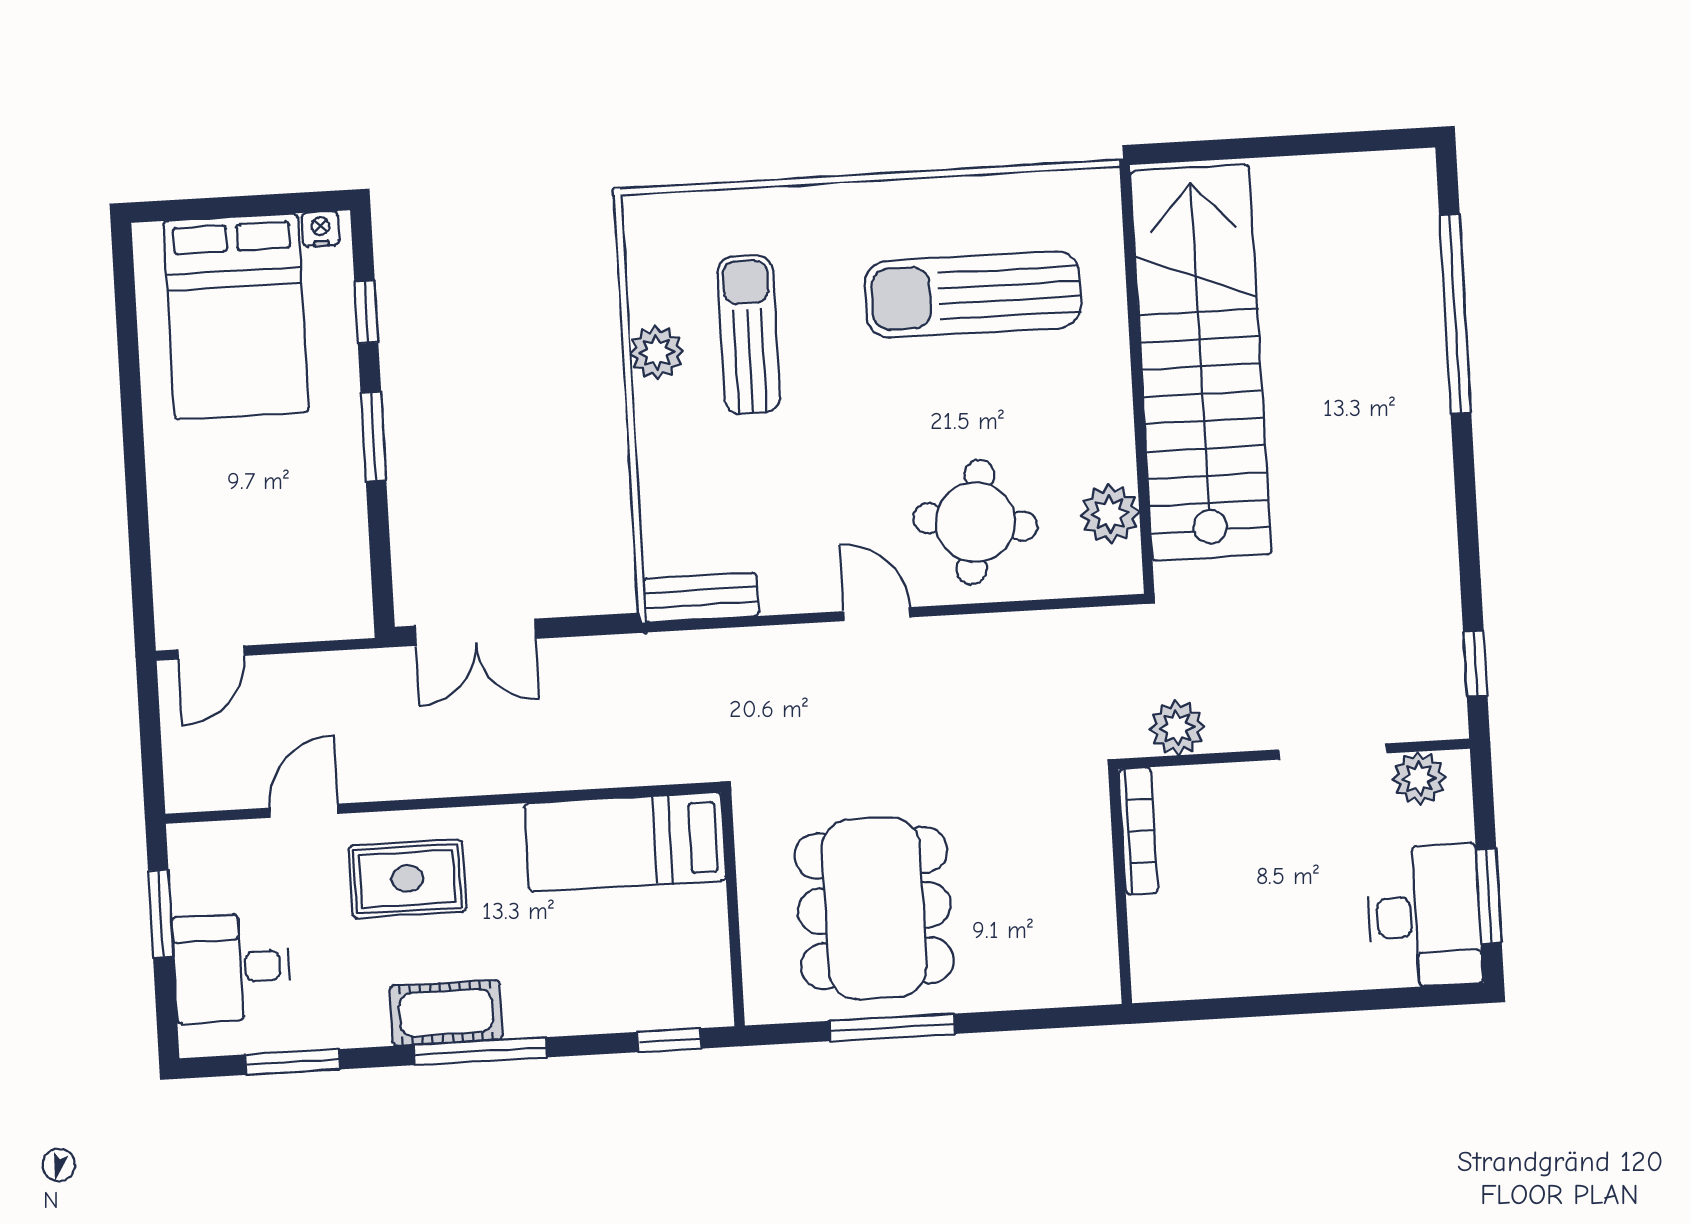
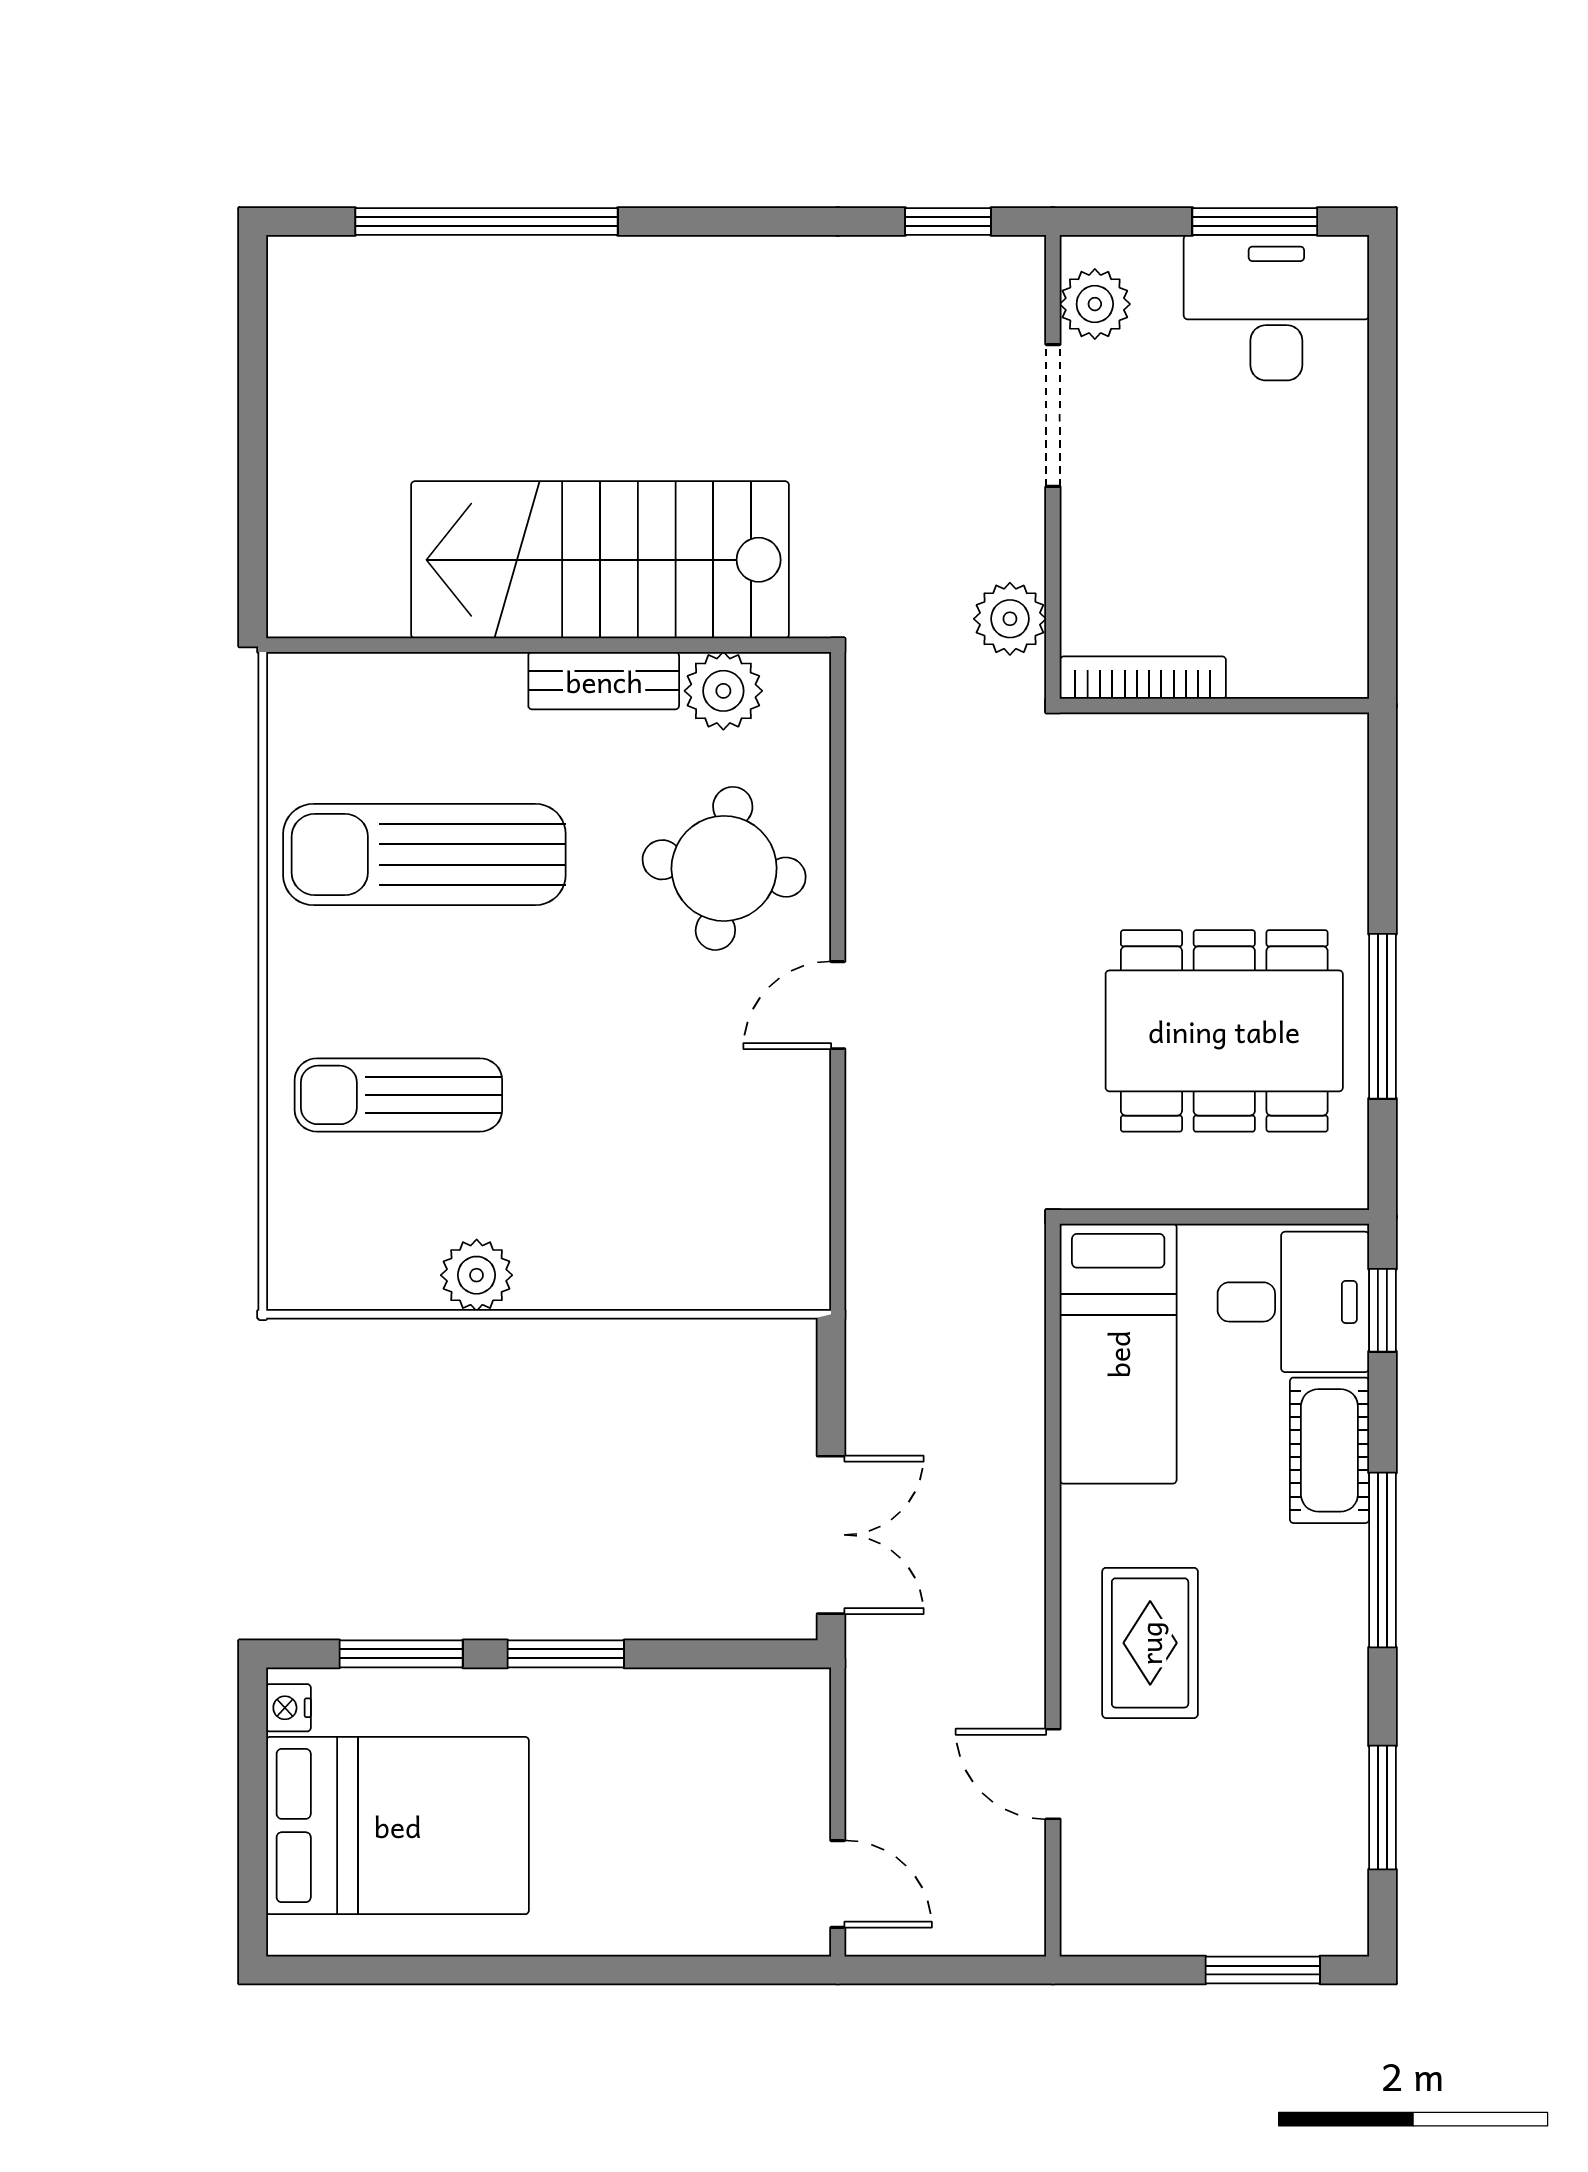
sun lounger: (973, 294) -> (424, 855), turned 90
window: (366, 312) -> (401, 1654), width x1.50
sun lounger: (749, 335) -> (398, 1095), moved
stairs: (1201, 363) -> (600, 560), width x0.73
bench: (701, 597) -> (604, 681), moved, turned 90
window: (161, 914) -> (1263, 1970), moved
desk: (232, 968) -> (1293, 1302), moved, turned -90
cot: (446, 1013) -> (1329, 1450), moved

